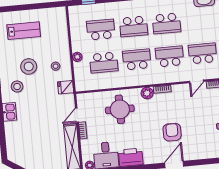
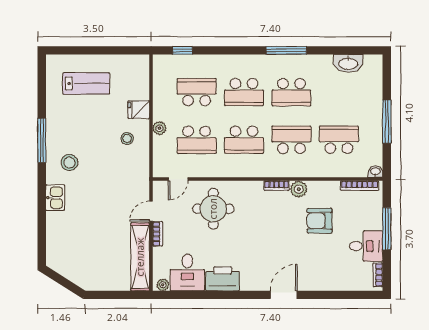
school desk: (137, 59) -> (244, 140), turned 180
stool: (29, 66) -> (89, 135), removed
door: (196, 81) -> (178, 179), moved
fridge: (66, 87) -> (139, 110), moved
plant: (147, 93) -> (299, 189), moved
armchair: (172, 132) -> (320, 221), moved, turned -90

